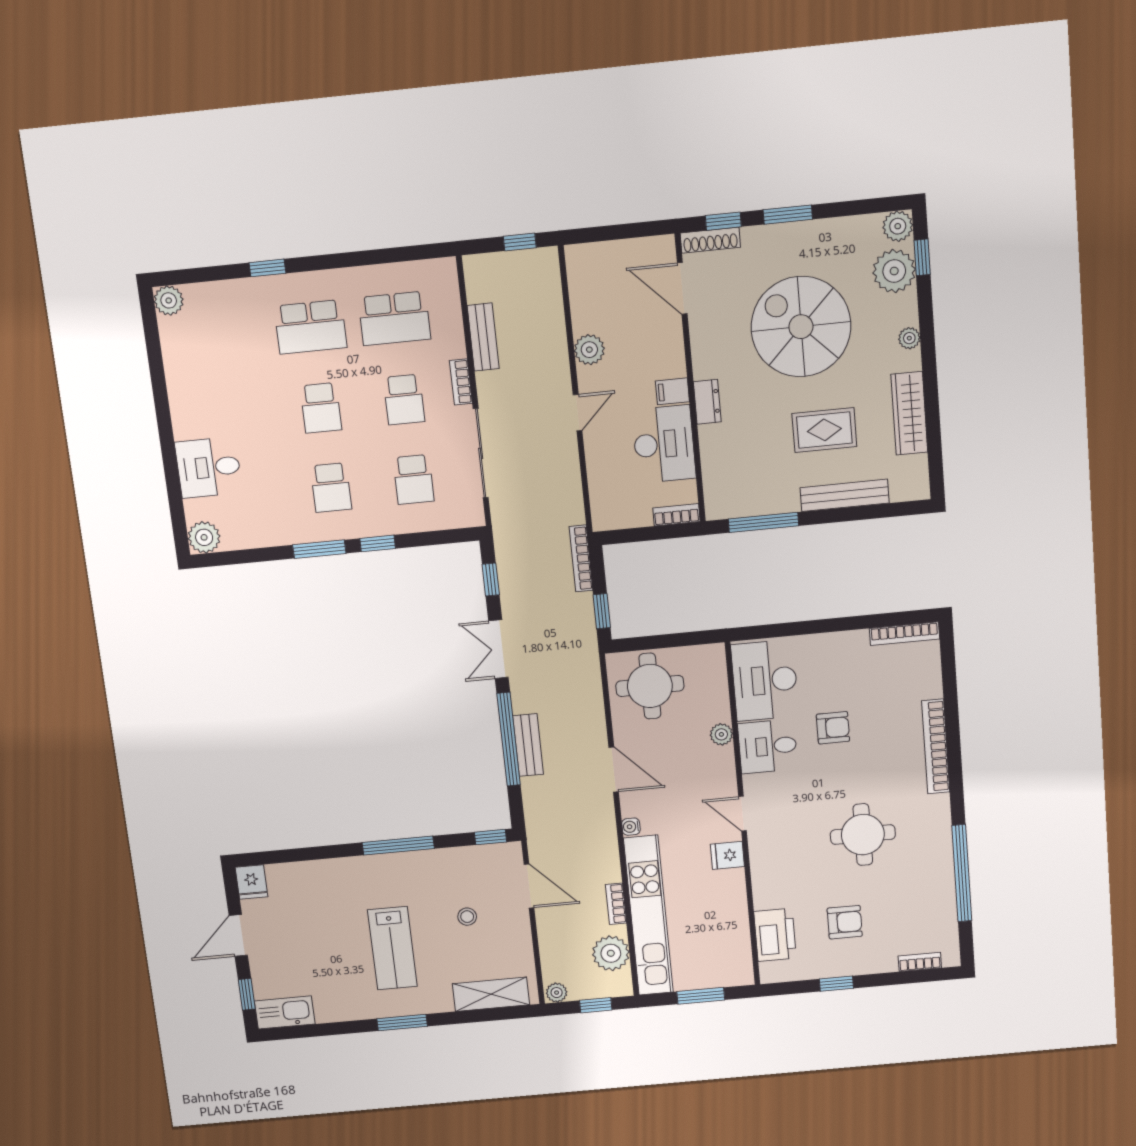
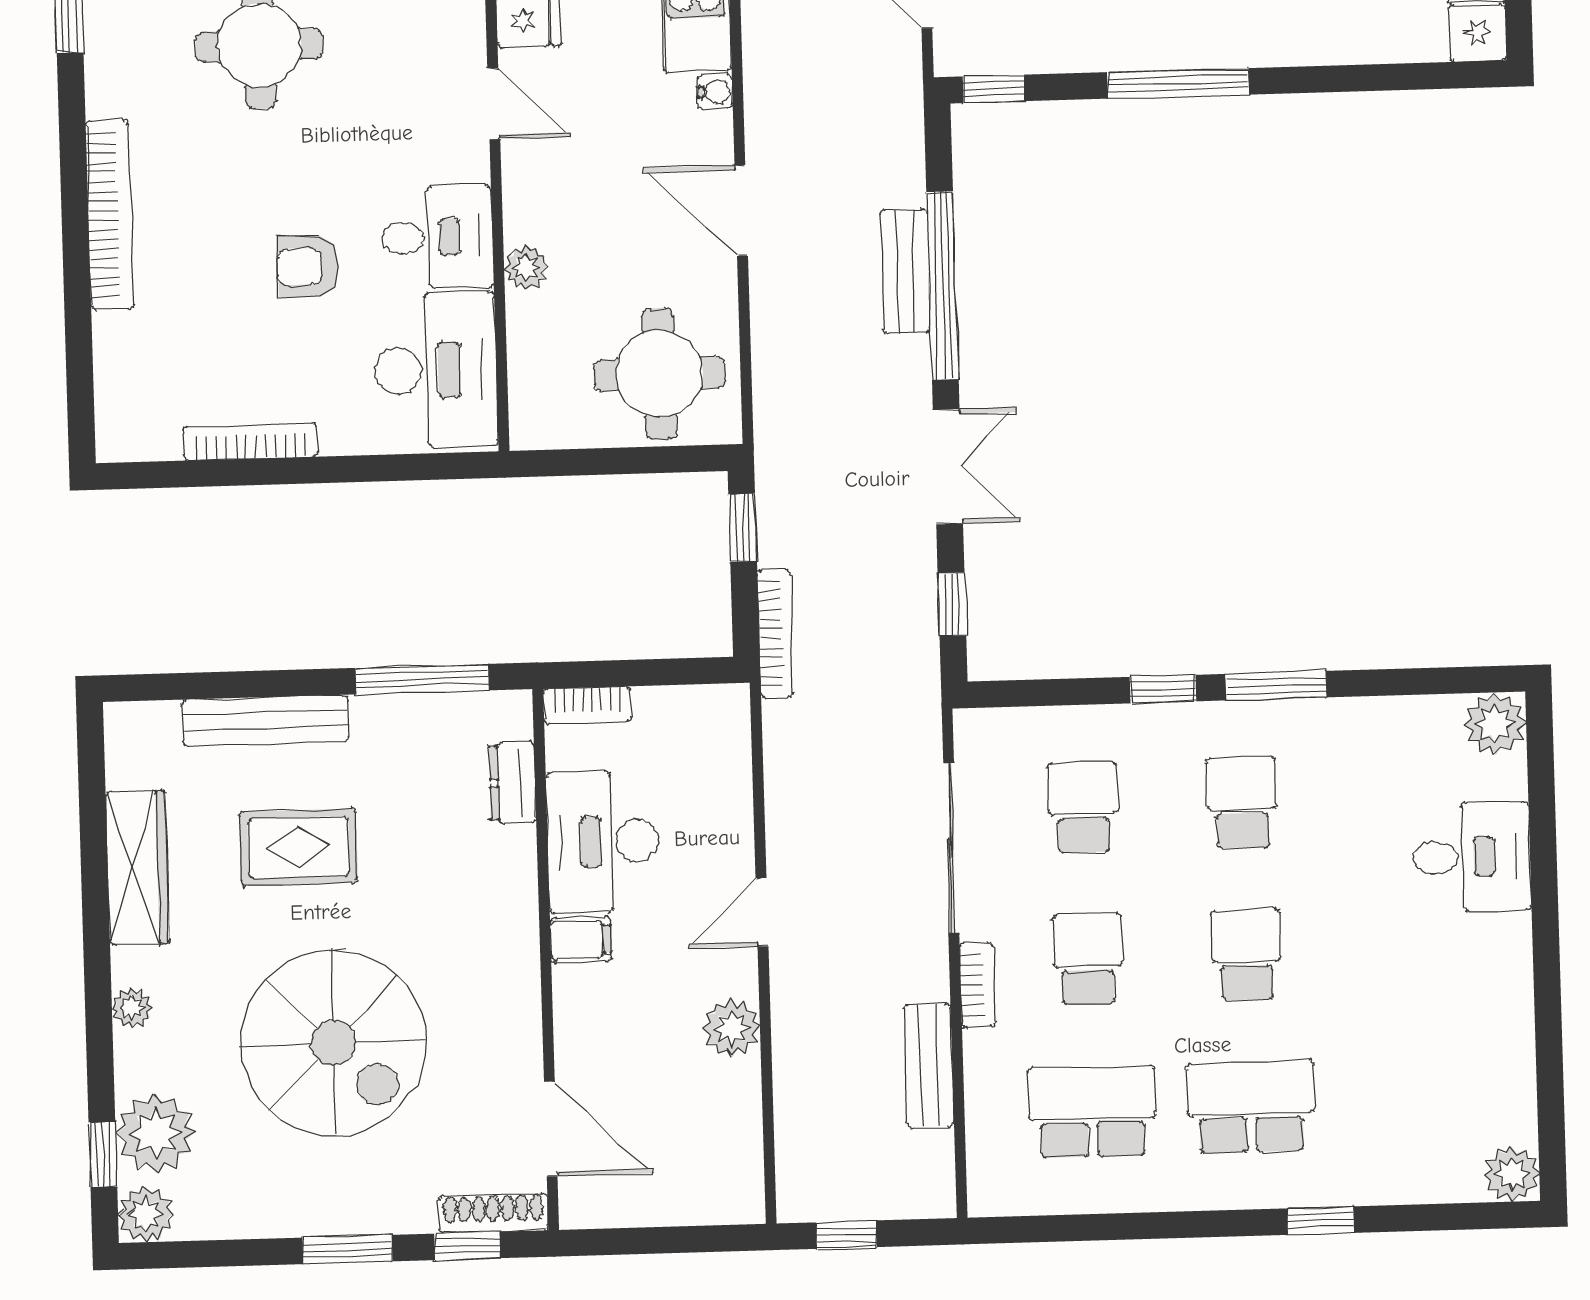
dresser: (707, 402) -> (512, 783), moved
bookcase: (904, 634) -> (250, 442), moved

